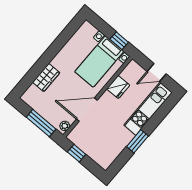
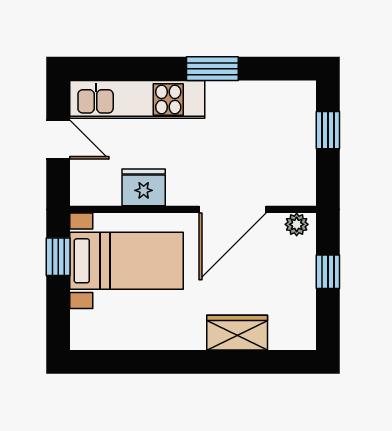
door: (87, 110) -> (233, 209), hinge flipped
window: (41, 123) -> (328, 272), width x0.46
window: (77, 153) -> (328, 130), moved

